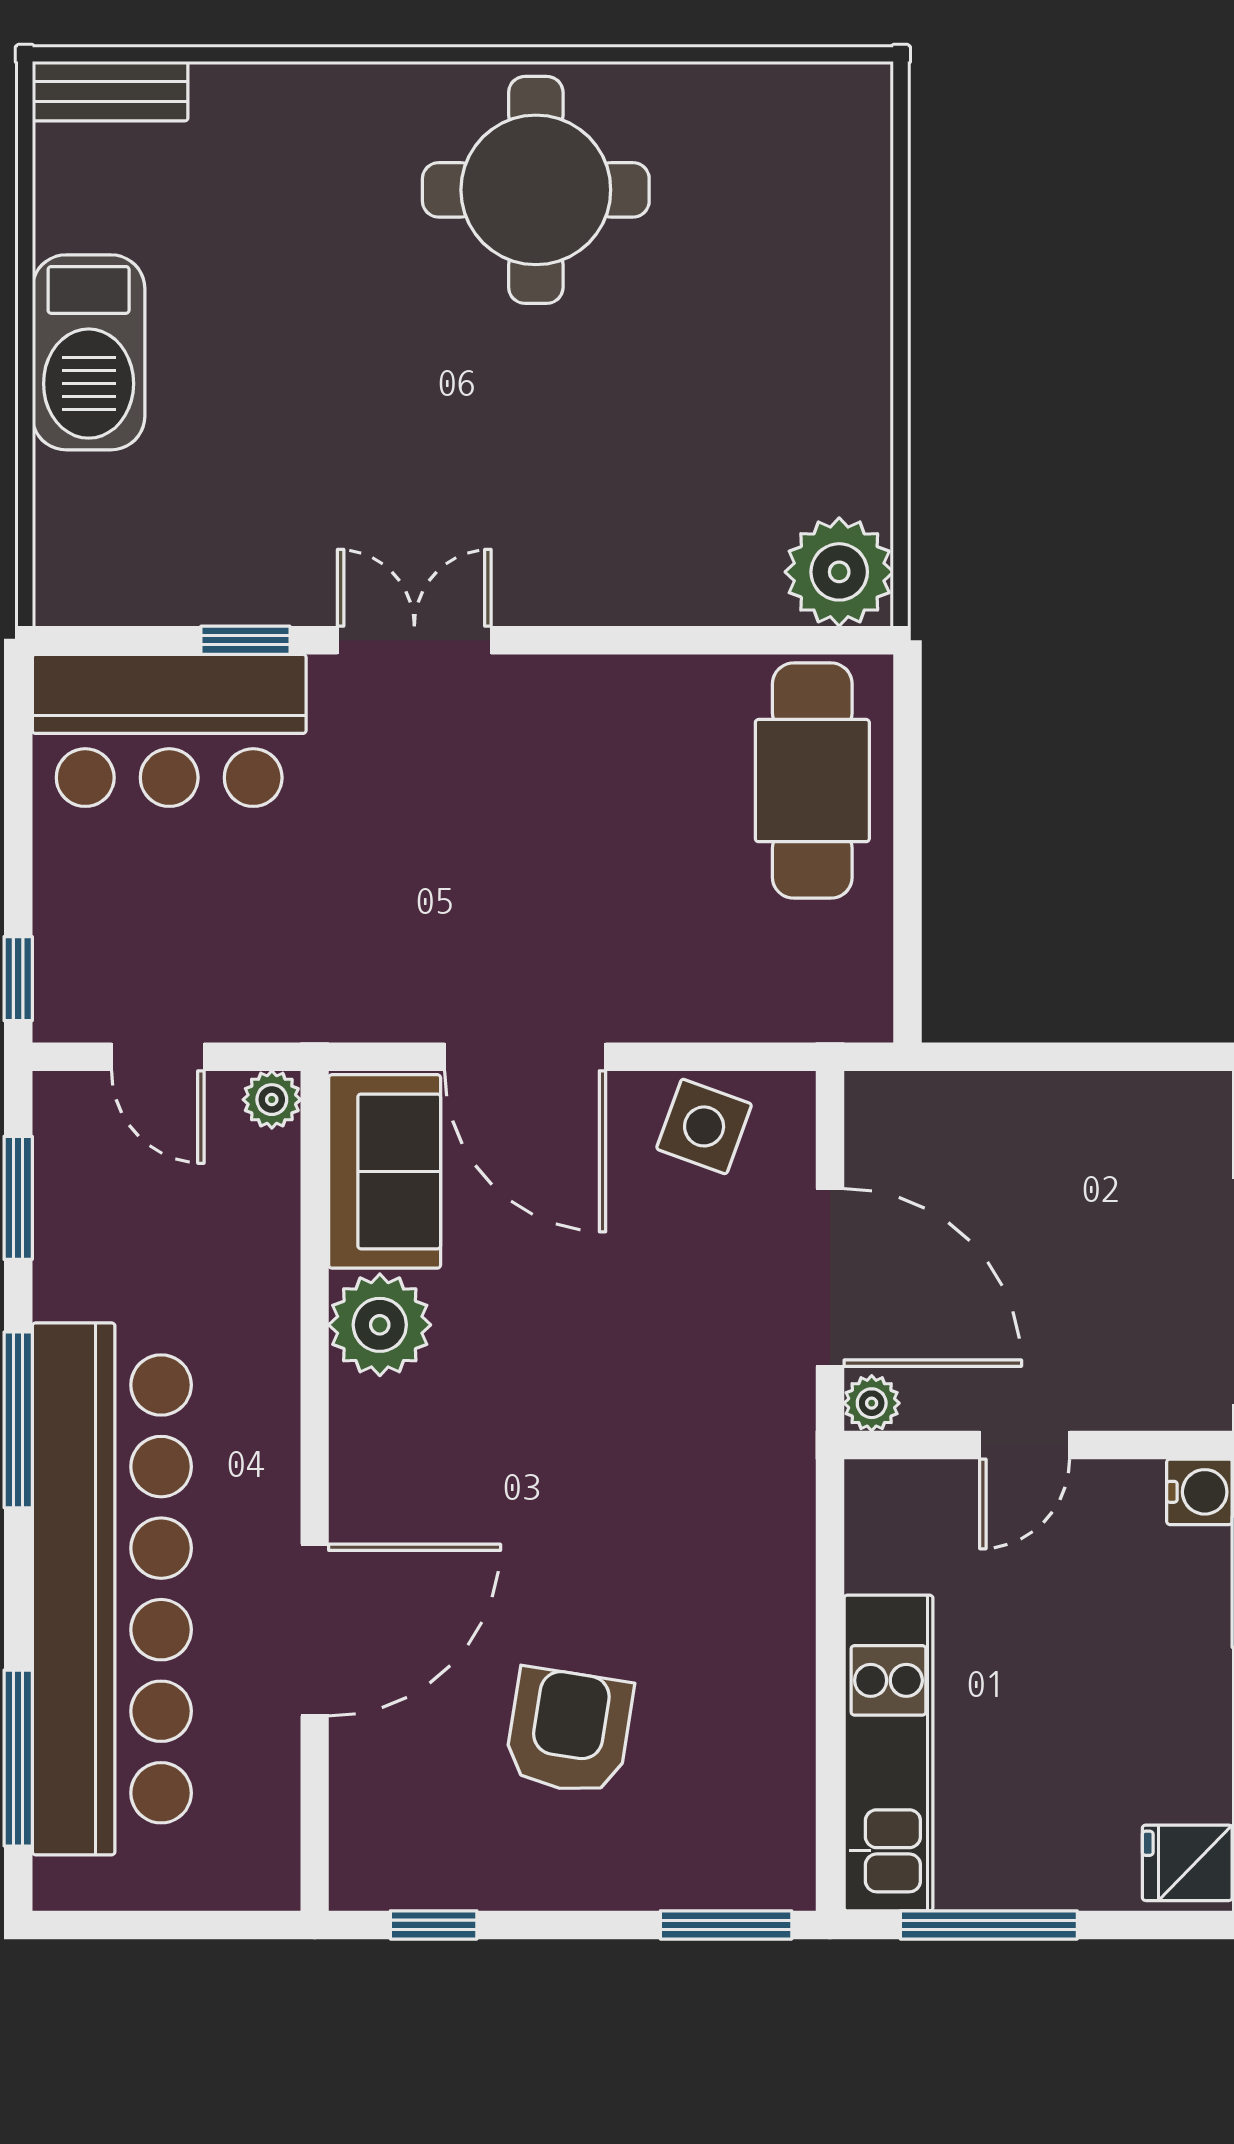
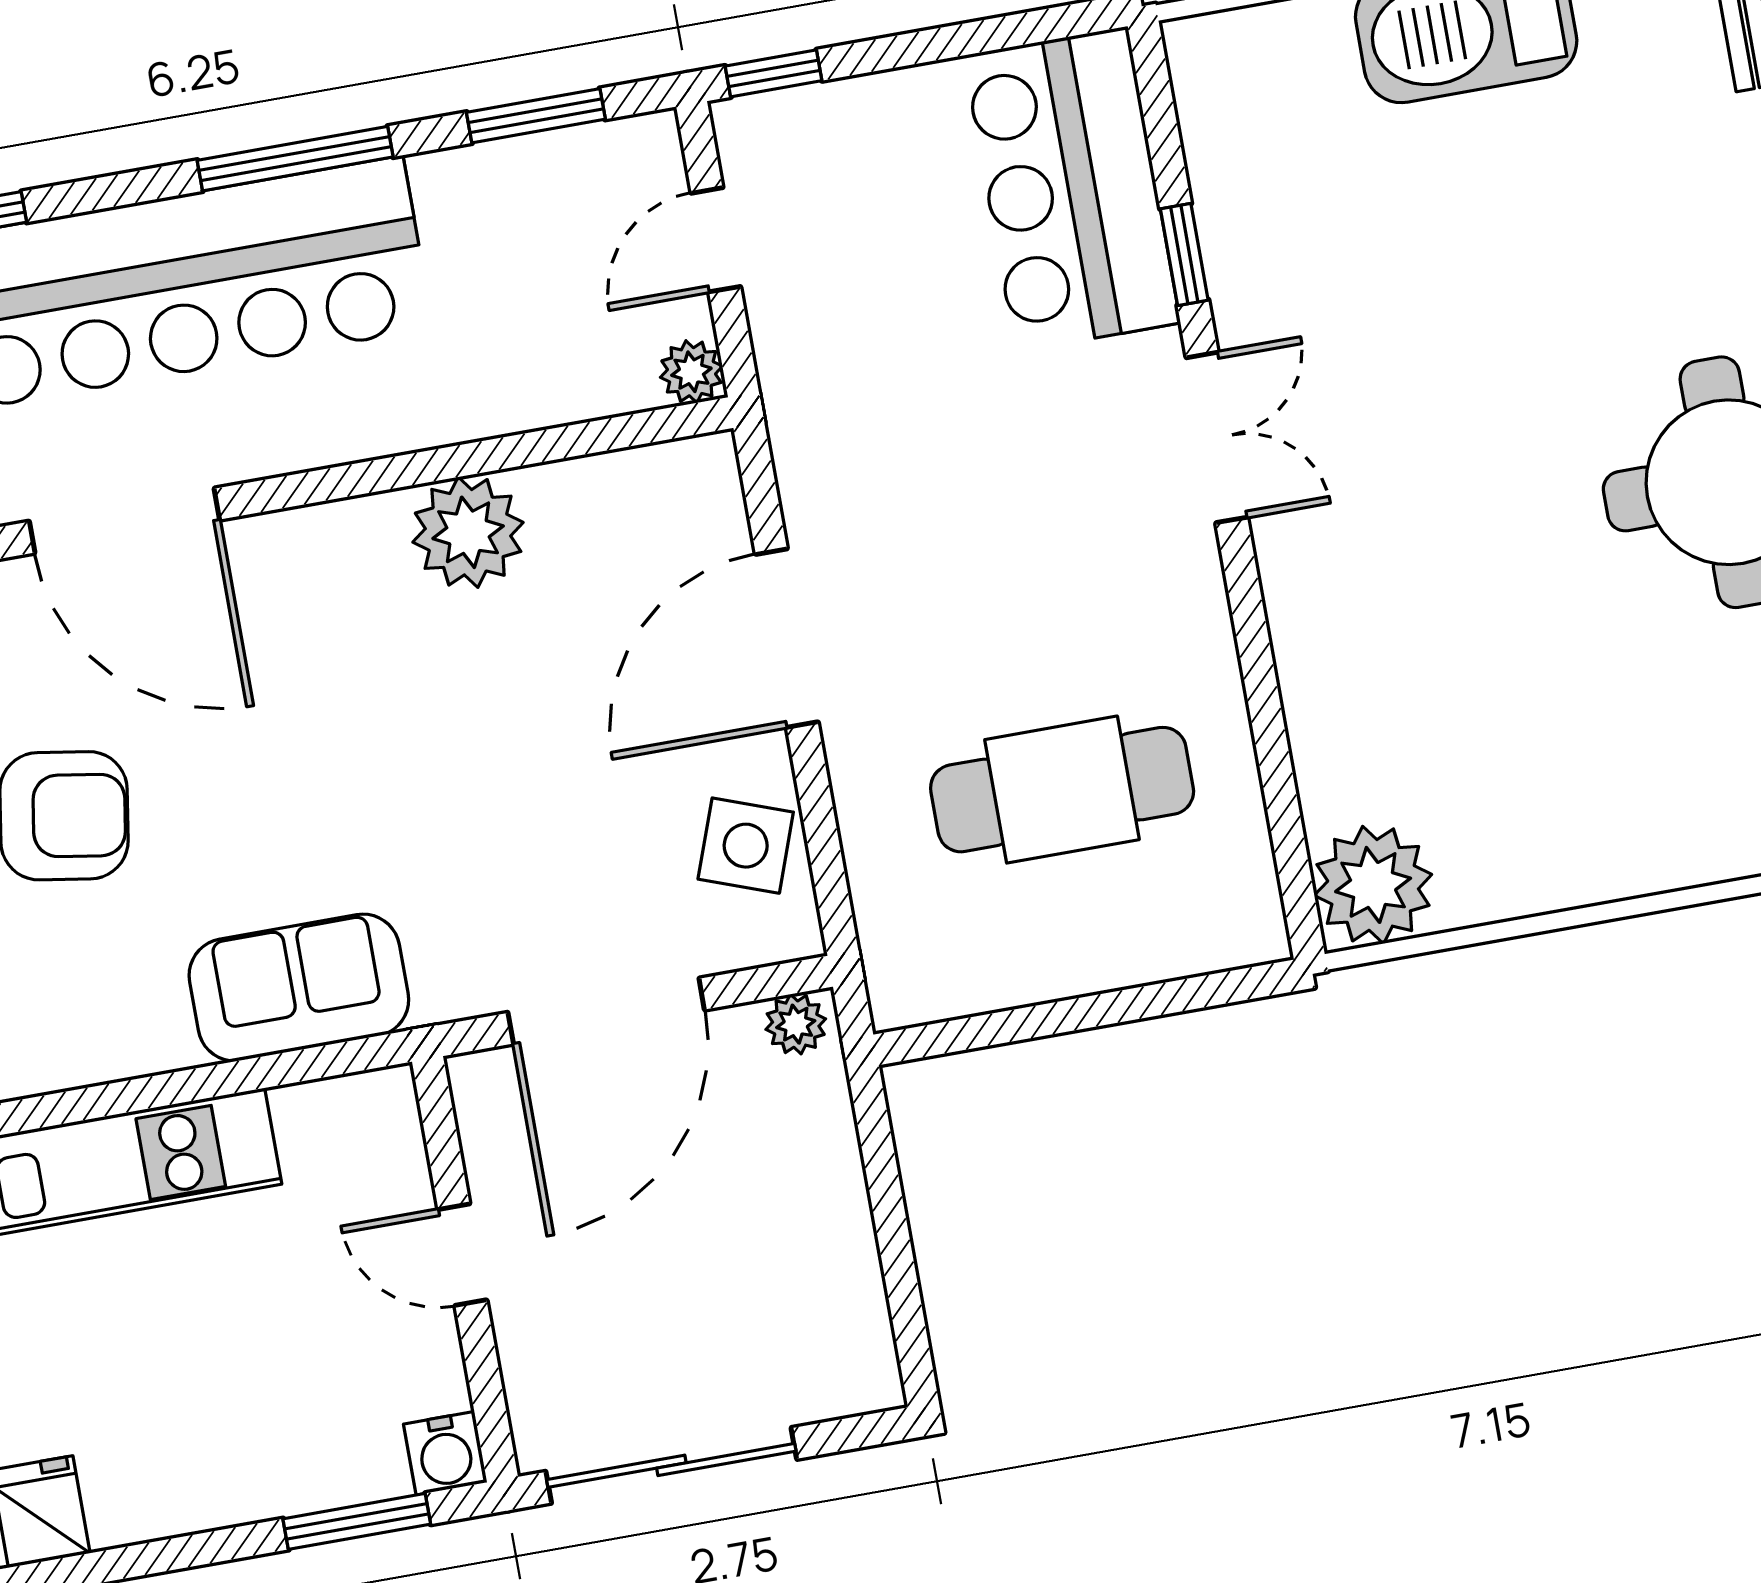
cafe table: (812, 781) -> (1062, 790), moved
sofa: (385, 1171) -> (299, 988), moved, turned 180
plant: (872, 1403) -> (796, 1024), moved

